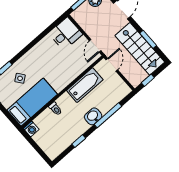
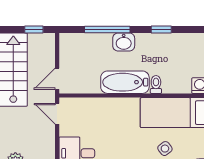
door: (95, 46) -> (57, 114), swing flipped
bathtub: (85, 85) -> (125, 82), moved

